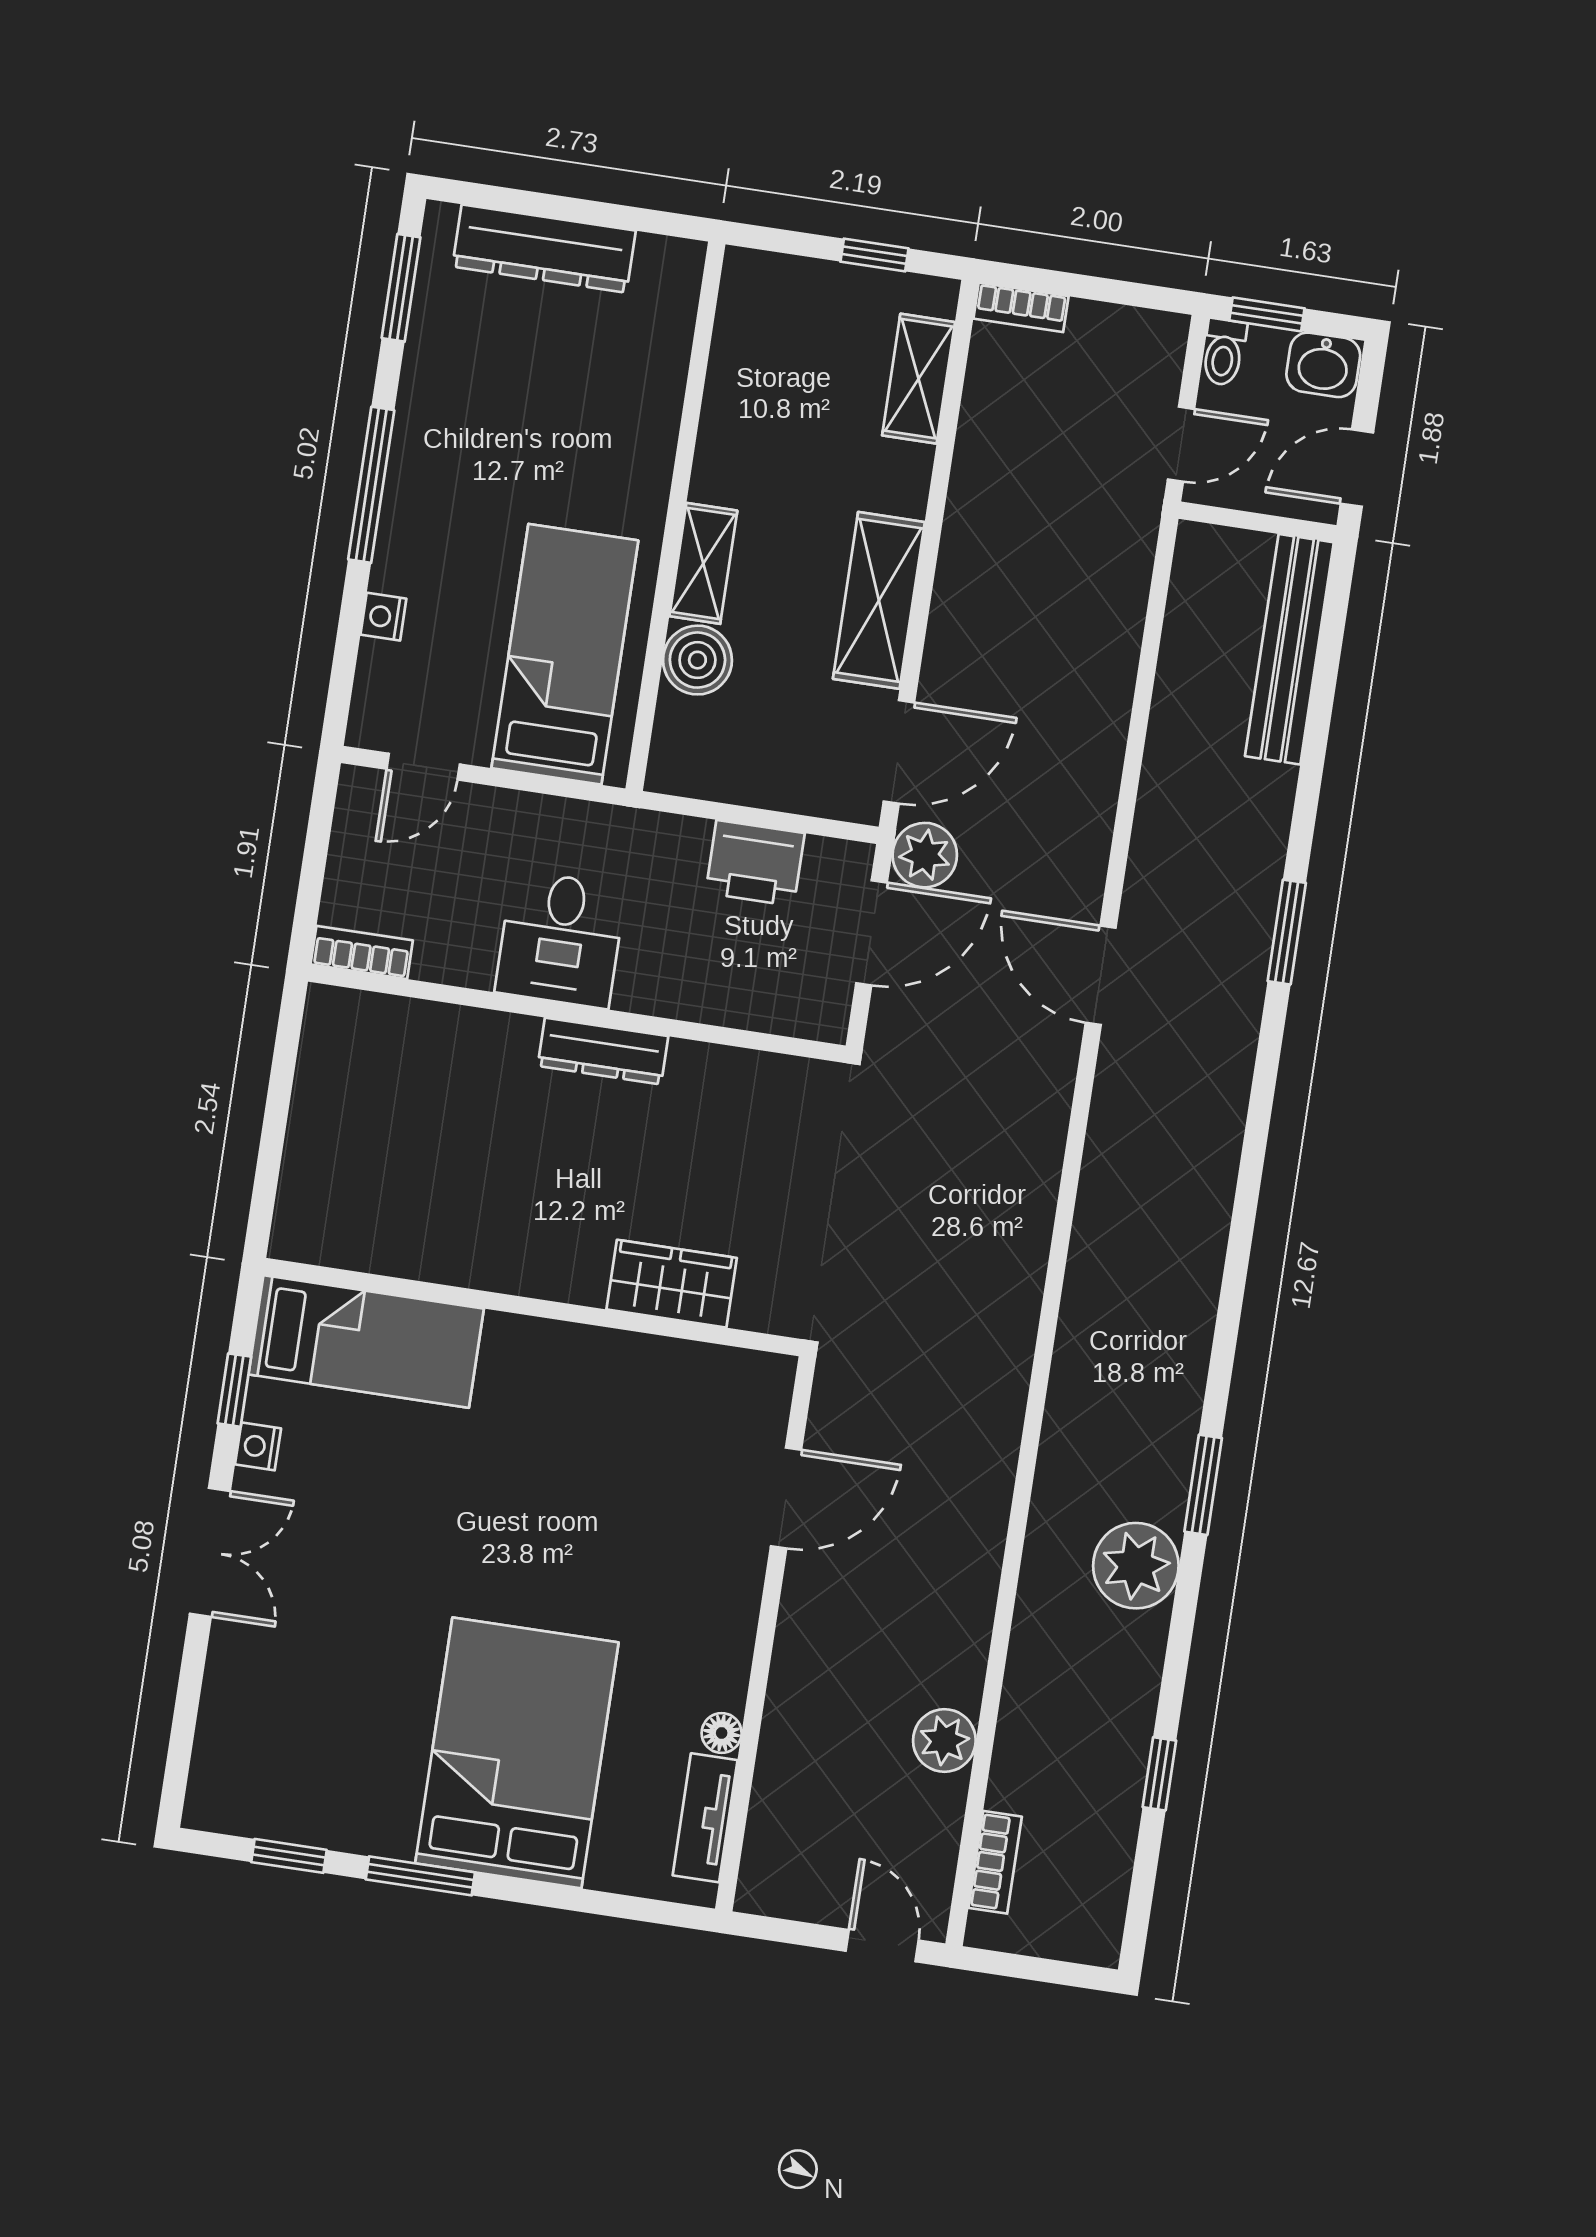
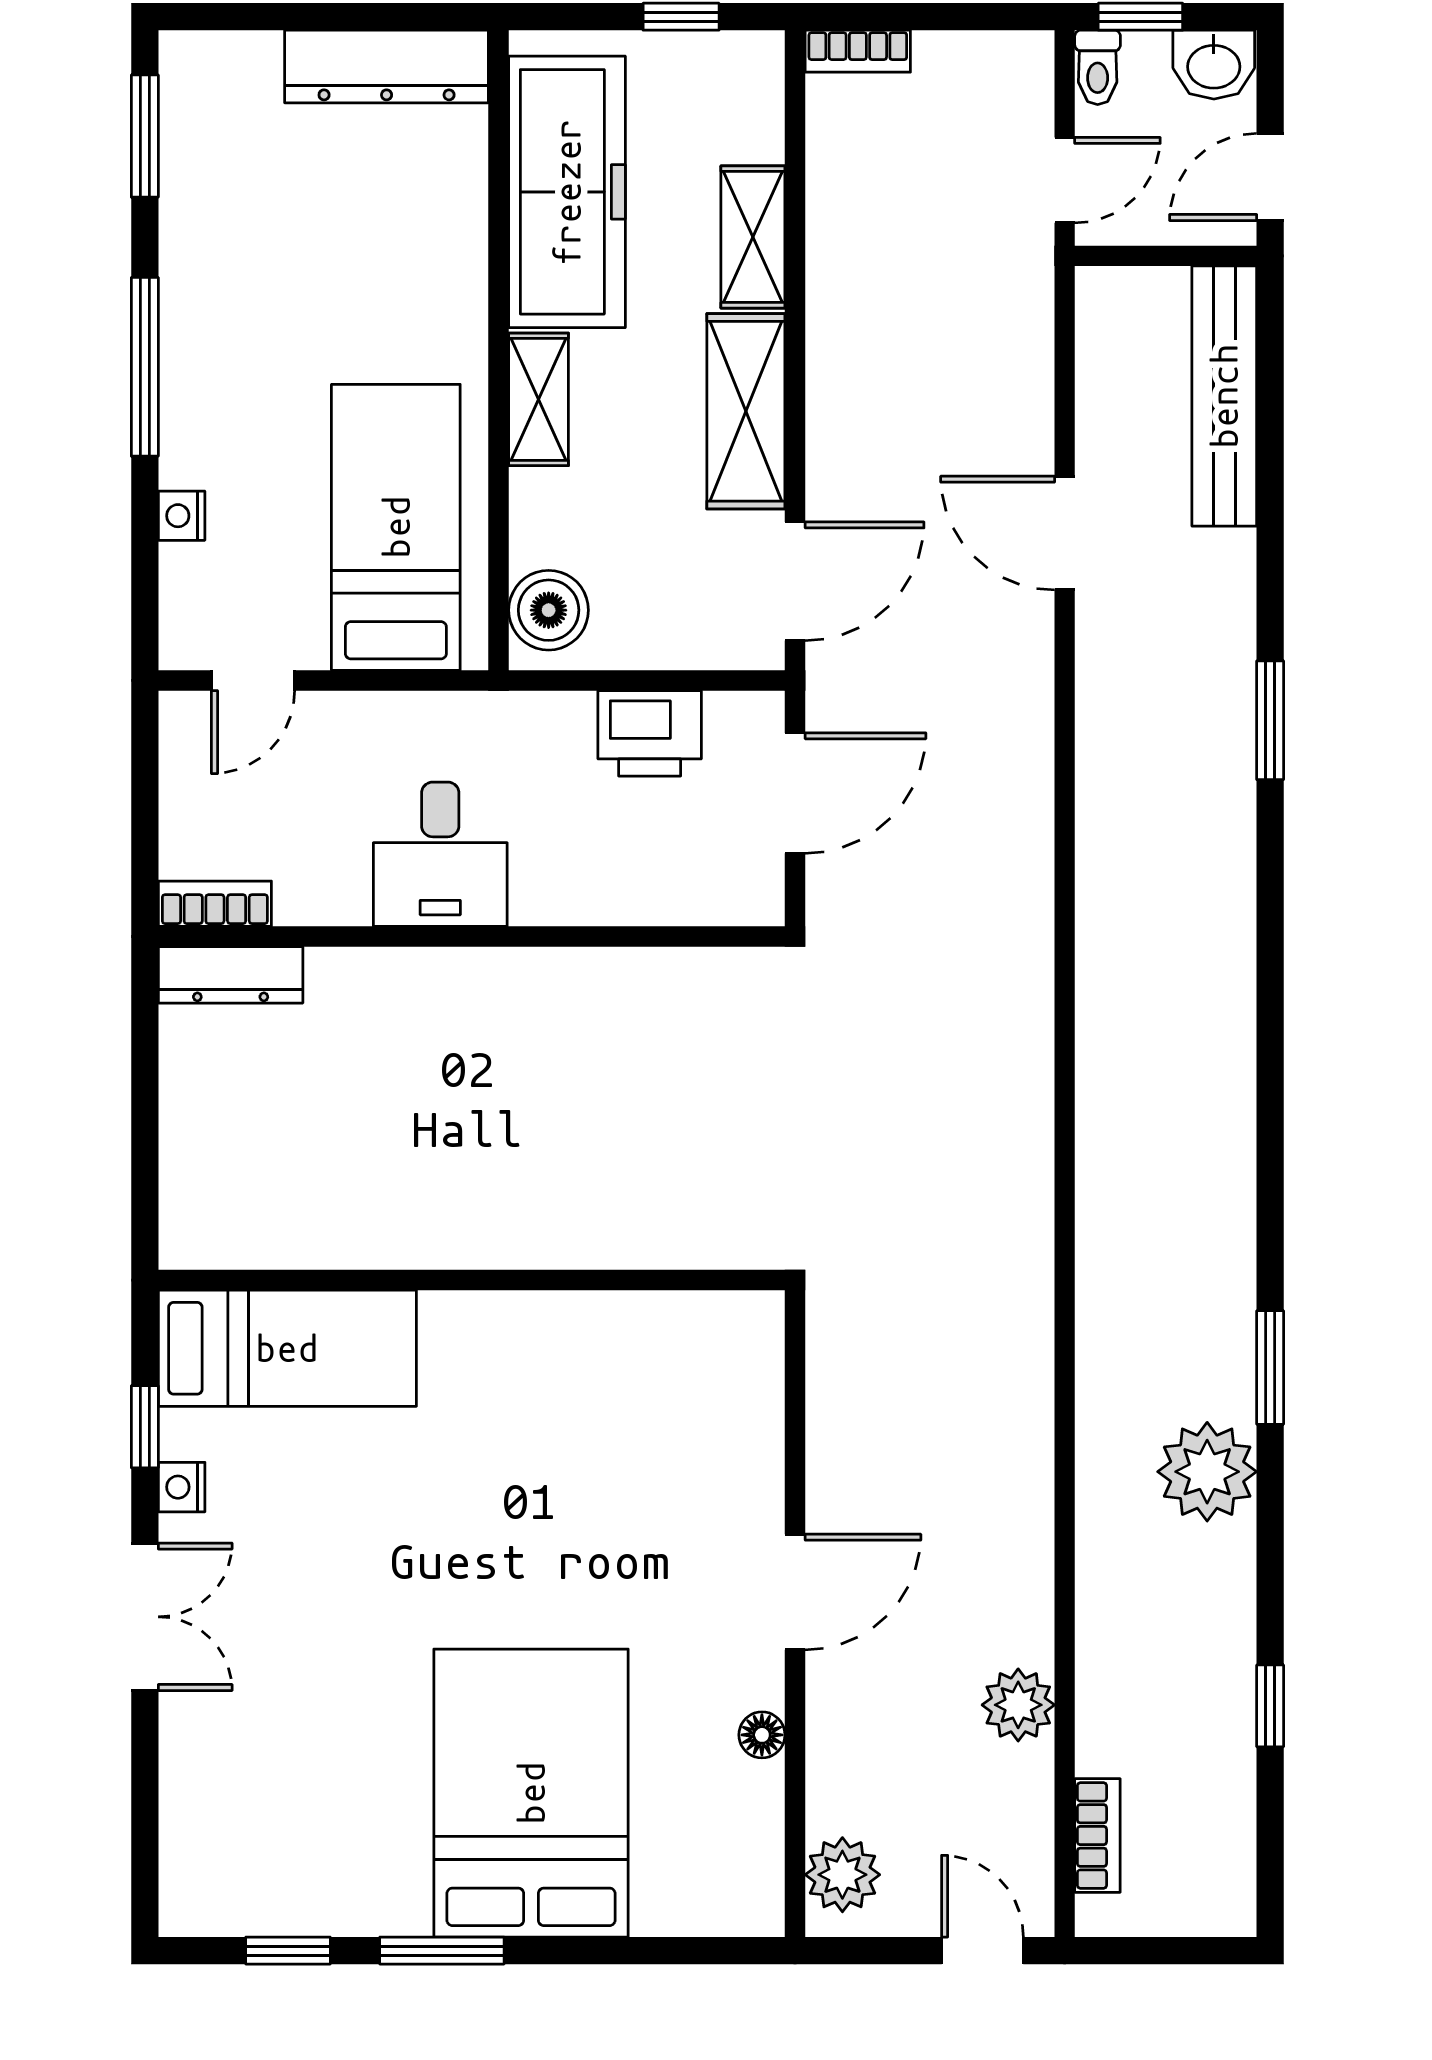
dresser: (544, 249) -> (387, 66), moved
shelving: (919, 379) -> (753, 237), moved
freezer: (754, 390) -> (567, 192), added
boiler: (697, 660) -> (549, 610), moved
plant: (925, 855) -> (842, 1875), moved
door: (1101, 975) -> (1065, 533), moved
dresser: (603, 1051) -> (231, 975), moved
wardrobe: (672, 1284) -> (627, 1229), removed
door: (786, 1498) -> (795, 1592), moved
tv unit: (705, 1818) -> (758, 1835), removed

